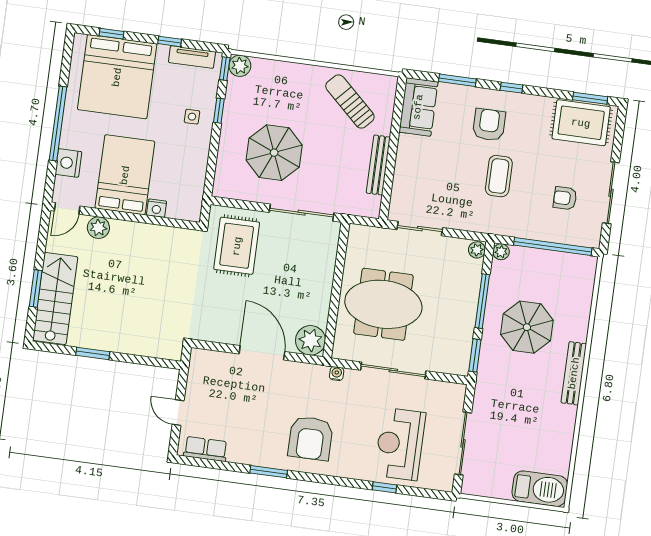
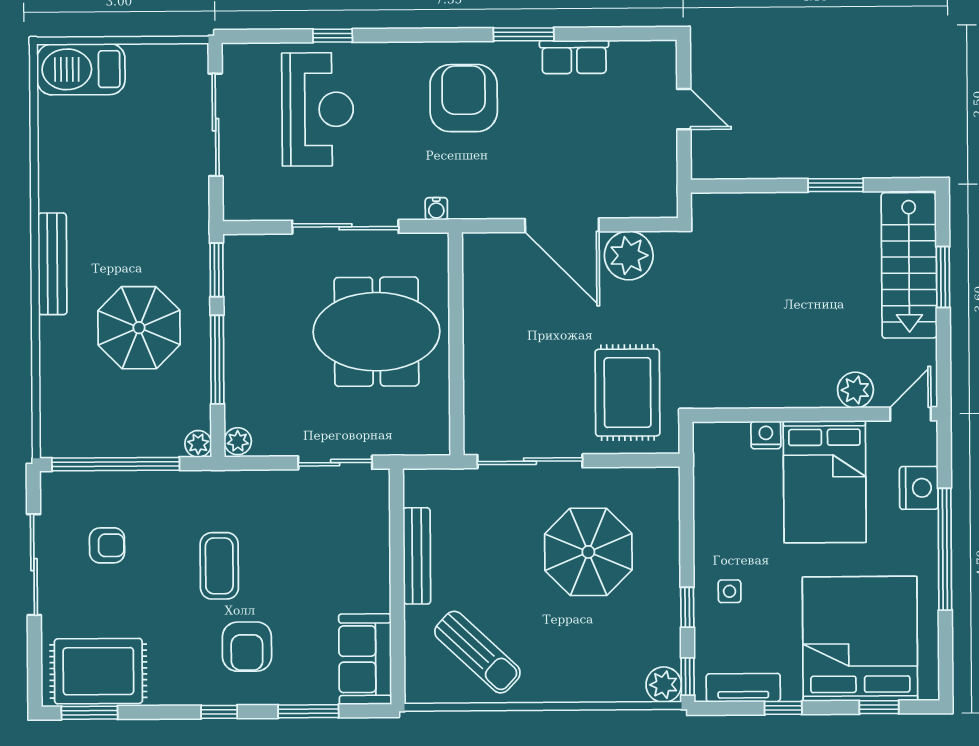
plant: (311, 340) -> (629, 255), moved
row of seats: (206, 449) -> (574, 57), moved

